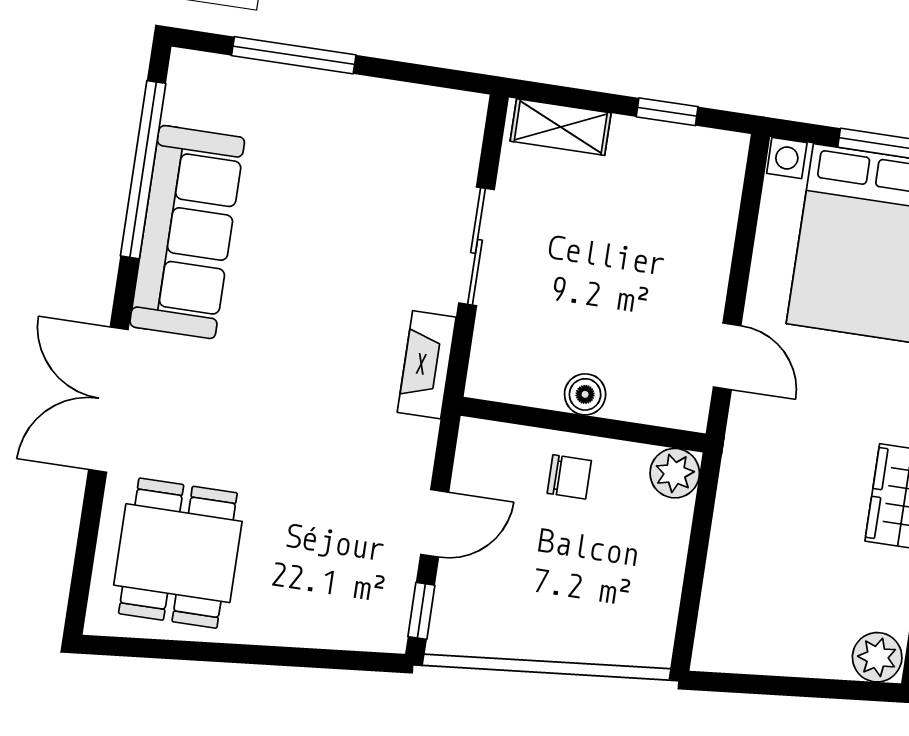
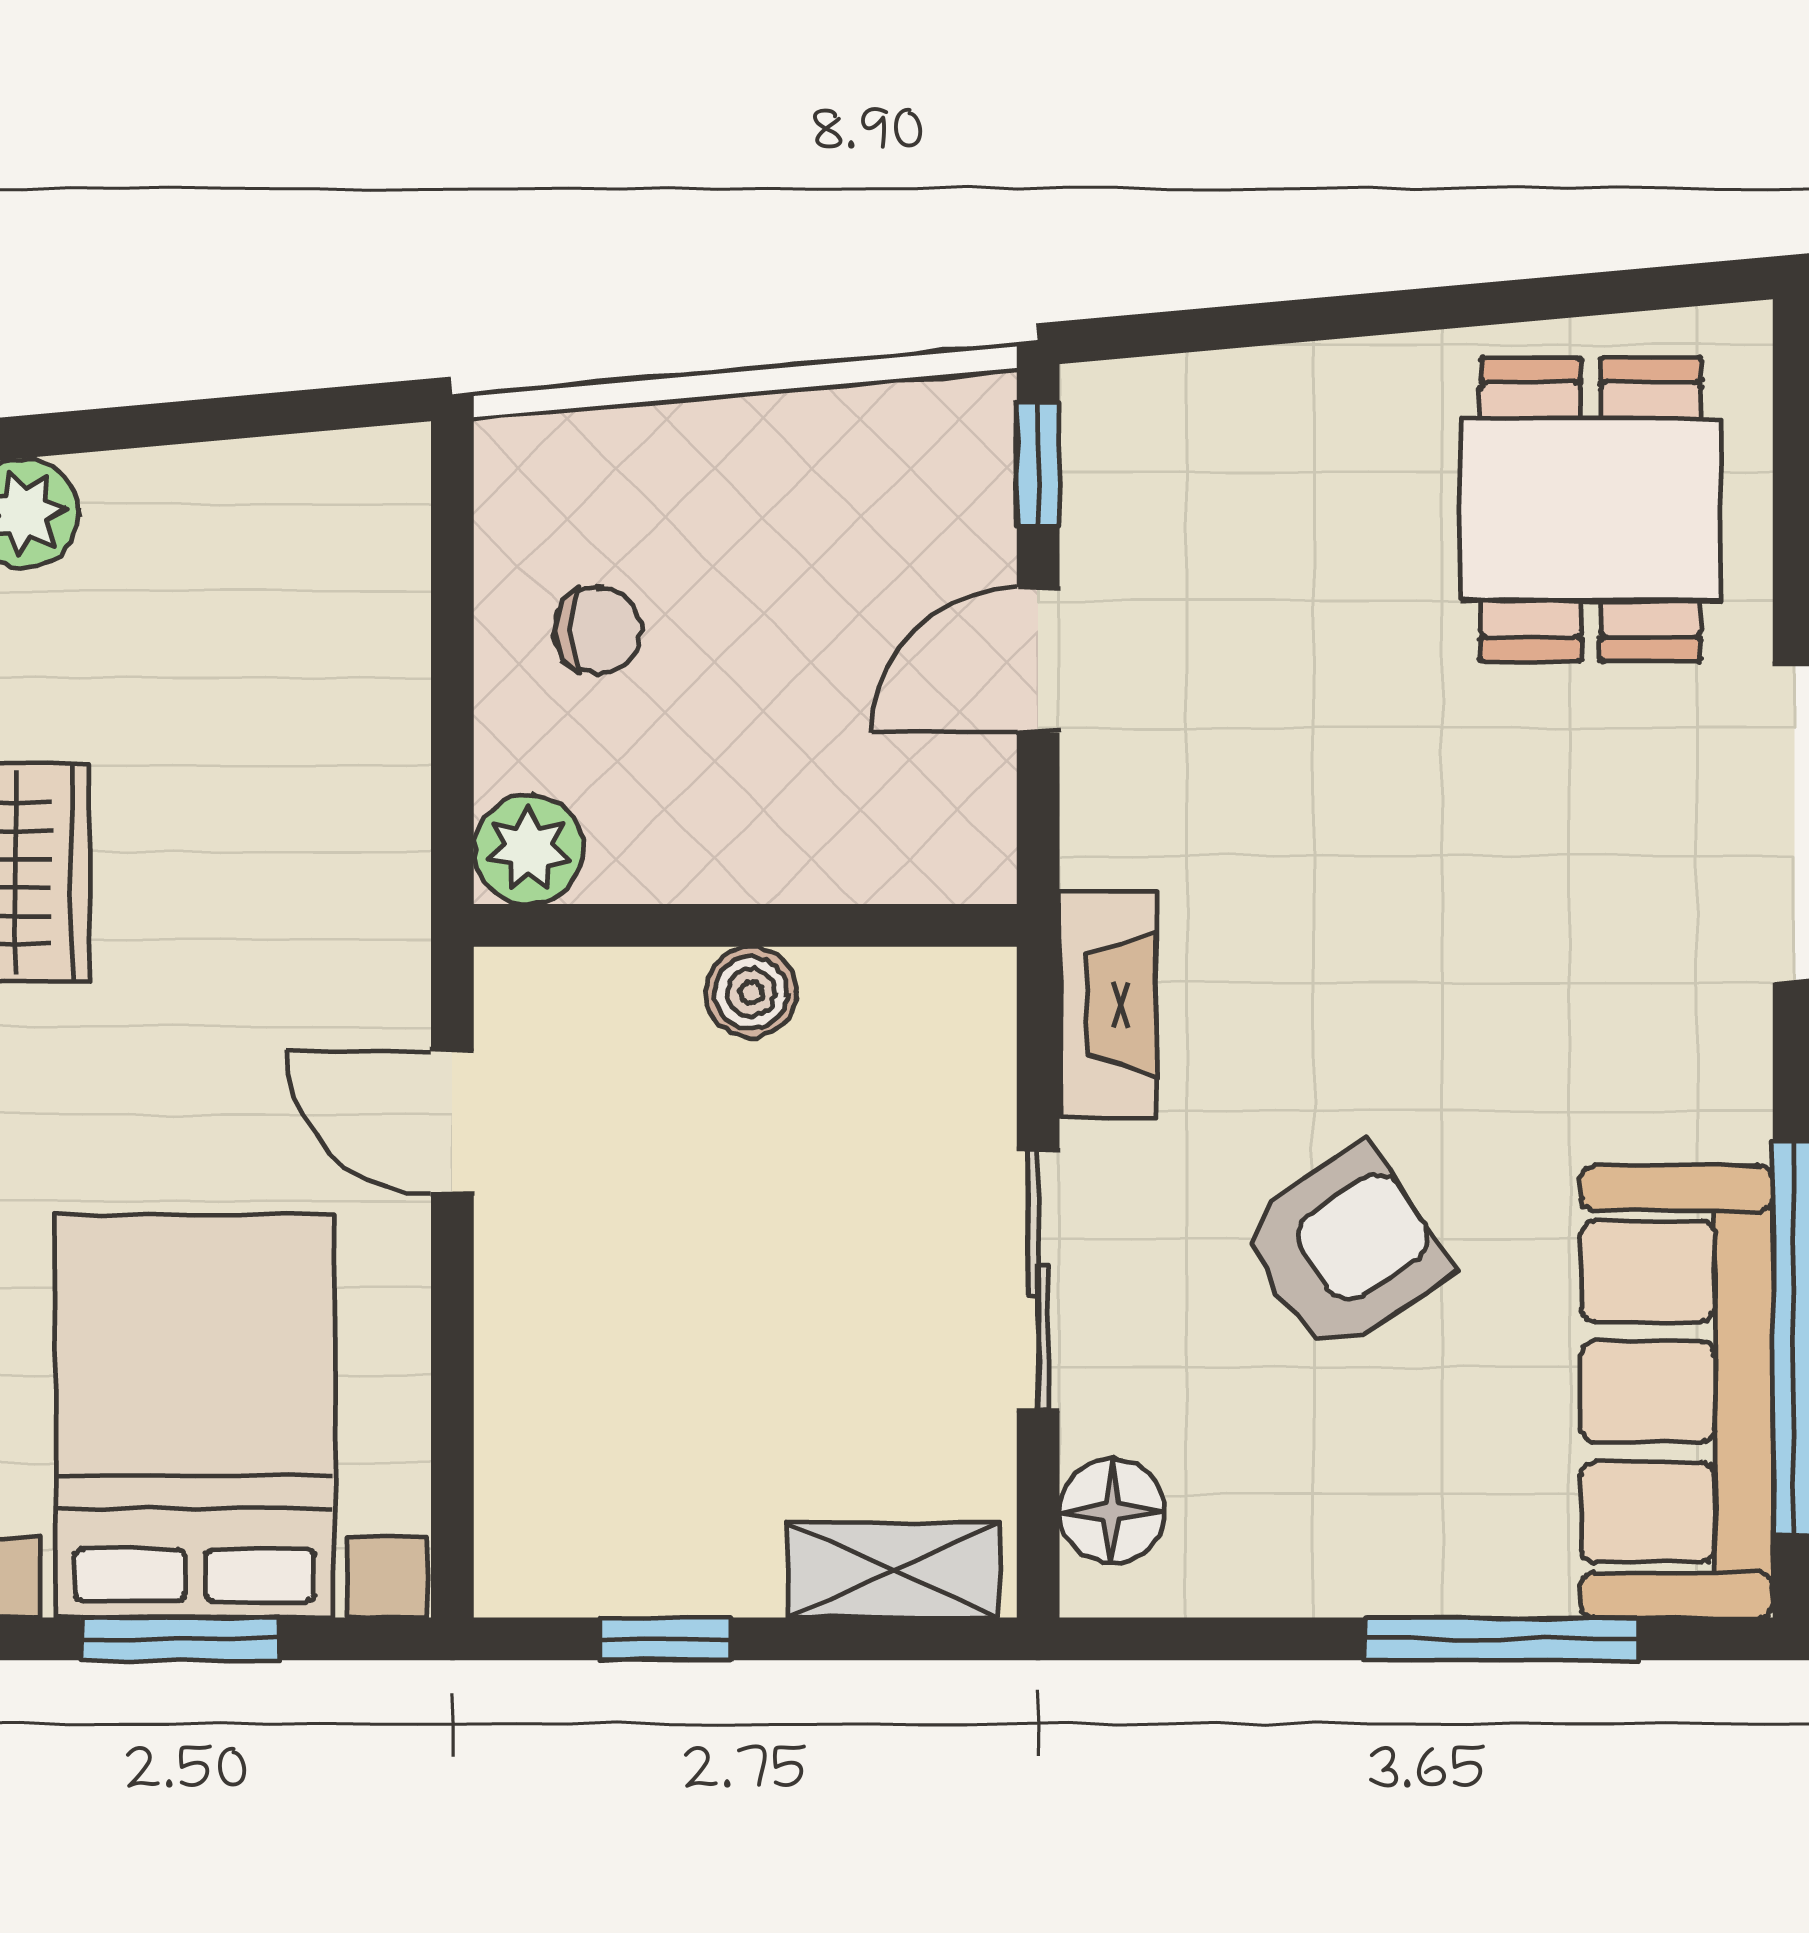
floor lamp: (459, 139) -> (1112, 1511), added
sofa: (187, 232) -> (1677, 1392), moved
armchair: (338, 240) -> (1344, 1249), added
chair: (569, 477) -> (597, 630), moved, turned 180

